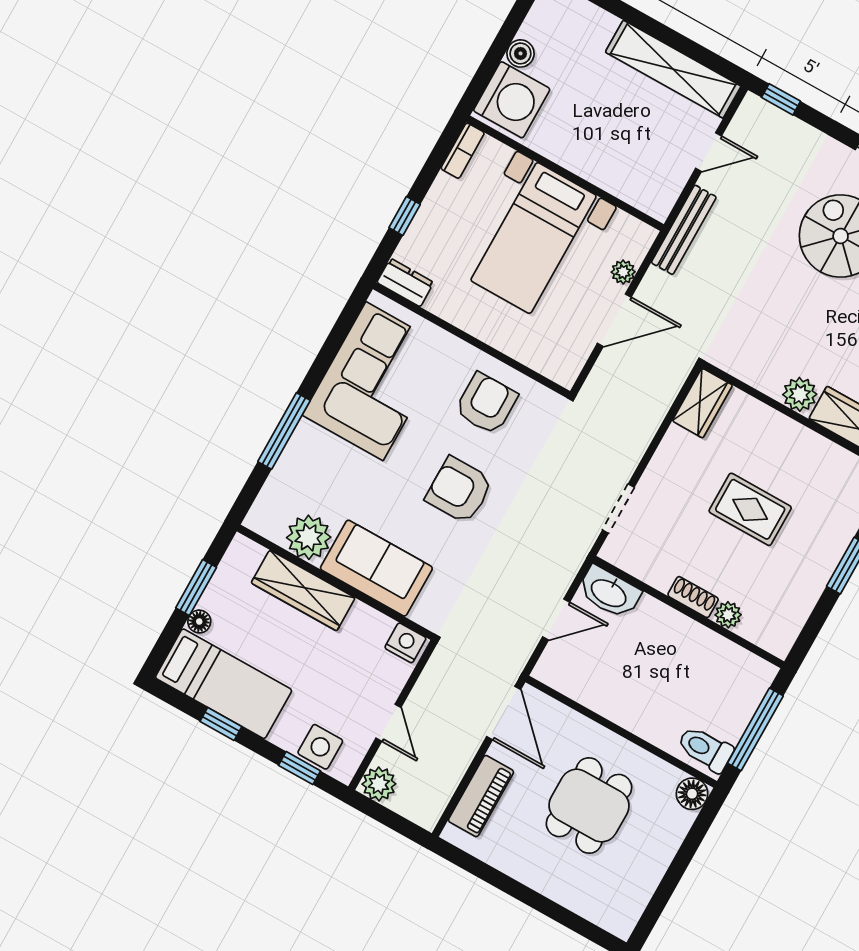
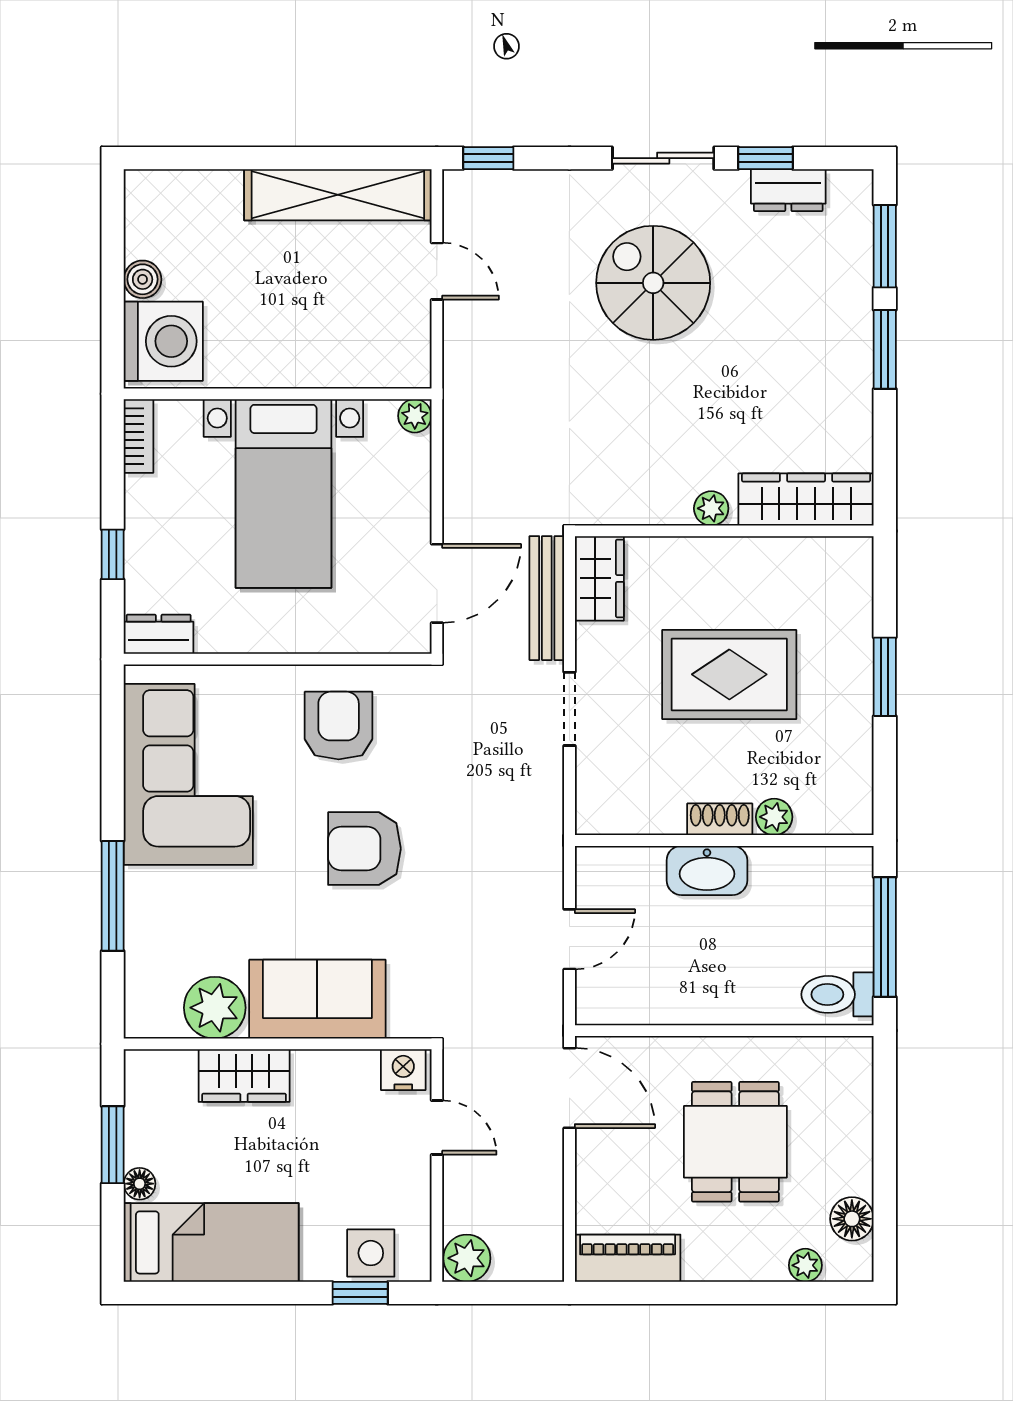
door: (709, 152) -> (437, 271), hinge flipped
bench: (684, 230) -> (547, 598), moved
plant: (623, 272) -> (415, 416), moved
door: (614, 320) -> (437, 583), moved
plant: (800, 394) -> (711, 508), width x0.73, depth x0.73
doorway: (618, 509) -> (569, 709), moved
rug: (750, 509) -> (729, 674), width x1.36, depth x1.43
wardrobe: (303, 590) -> (244, 1076), width x0.67
washbasin: (609, 592) -> (707, 870), moved
door: (388, 723) -> (437, 1128), moved
window: (221, 724) -> (235, 1293), removed
floor lamp: (692, 794) -> (852, 1219), moved
piano: (481, 796) -> (628, 1258), moved, turned -90
plant: (589, 908) -> (805, 1265), added

